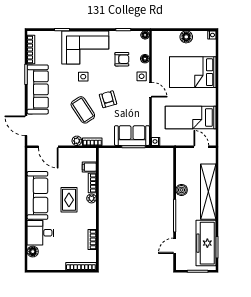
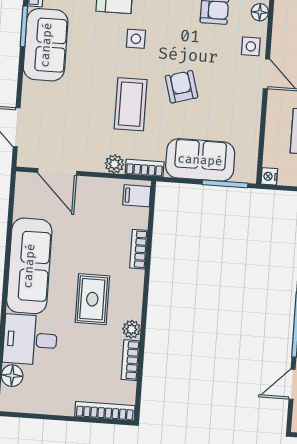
sofa: (38, 89) -> (46, 45), width x0.73
coffee table: (83, 110) -> (131, 104), turned 33
sofa: (132, 136) -> (200, 160), moved
filing cabinet: (89, 167) -> (137, 196), moved
plant: (92, 198) -> (132, 329), moved
rug: (69, 200) -> (92, 299), moved

